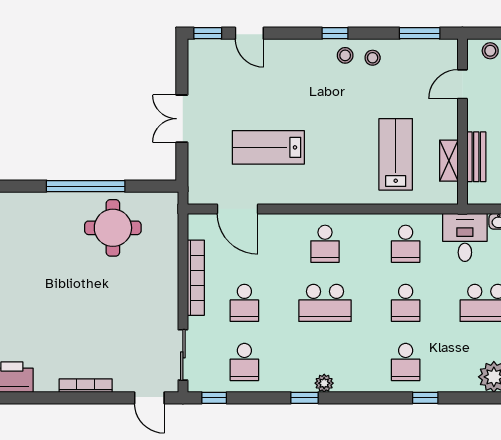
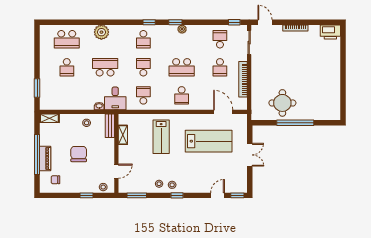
door: (249, 33) -> (218, 195), hinge flipped
lab bench: (268, 147) -> (209, 141), width x1.36, depth x1.39
lab bench: (396, 154) -> (161, 137), moved
bench: (476, 157) -> (110, 126), moved
school desk: (325, 244) -> (182, 95), turned 180
school desk: (244, 303) -> (220, 67), turned 180
school desk: (325, 303) -> (182, 67), turned 180
school desk: (406, 362) -> (143, 39), turned 180
window: (305, 398) -> (175, 22), moved
window: (425, 398) -> (149, 22), moved

